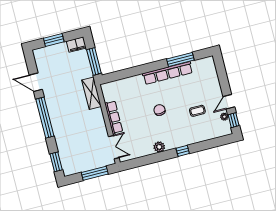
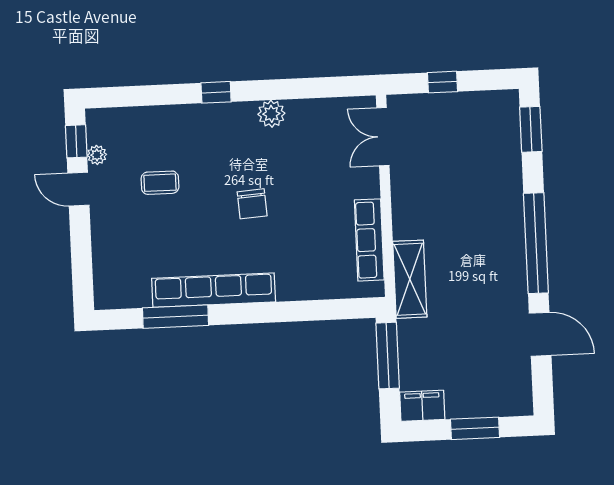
door: (229, 102) -> (78, 189), swing flipped
row of seats: (114, 117) -> (369, 240), moved
window: (95, 173) -> (443, 82), width x0.46

